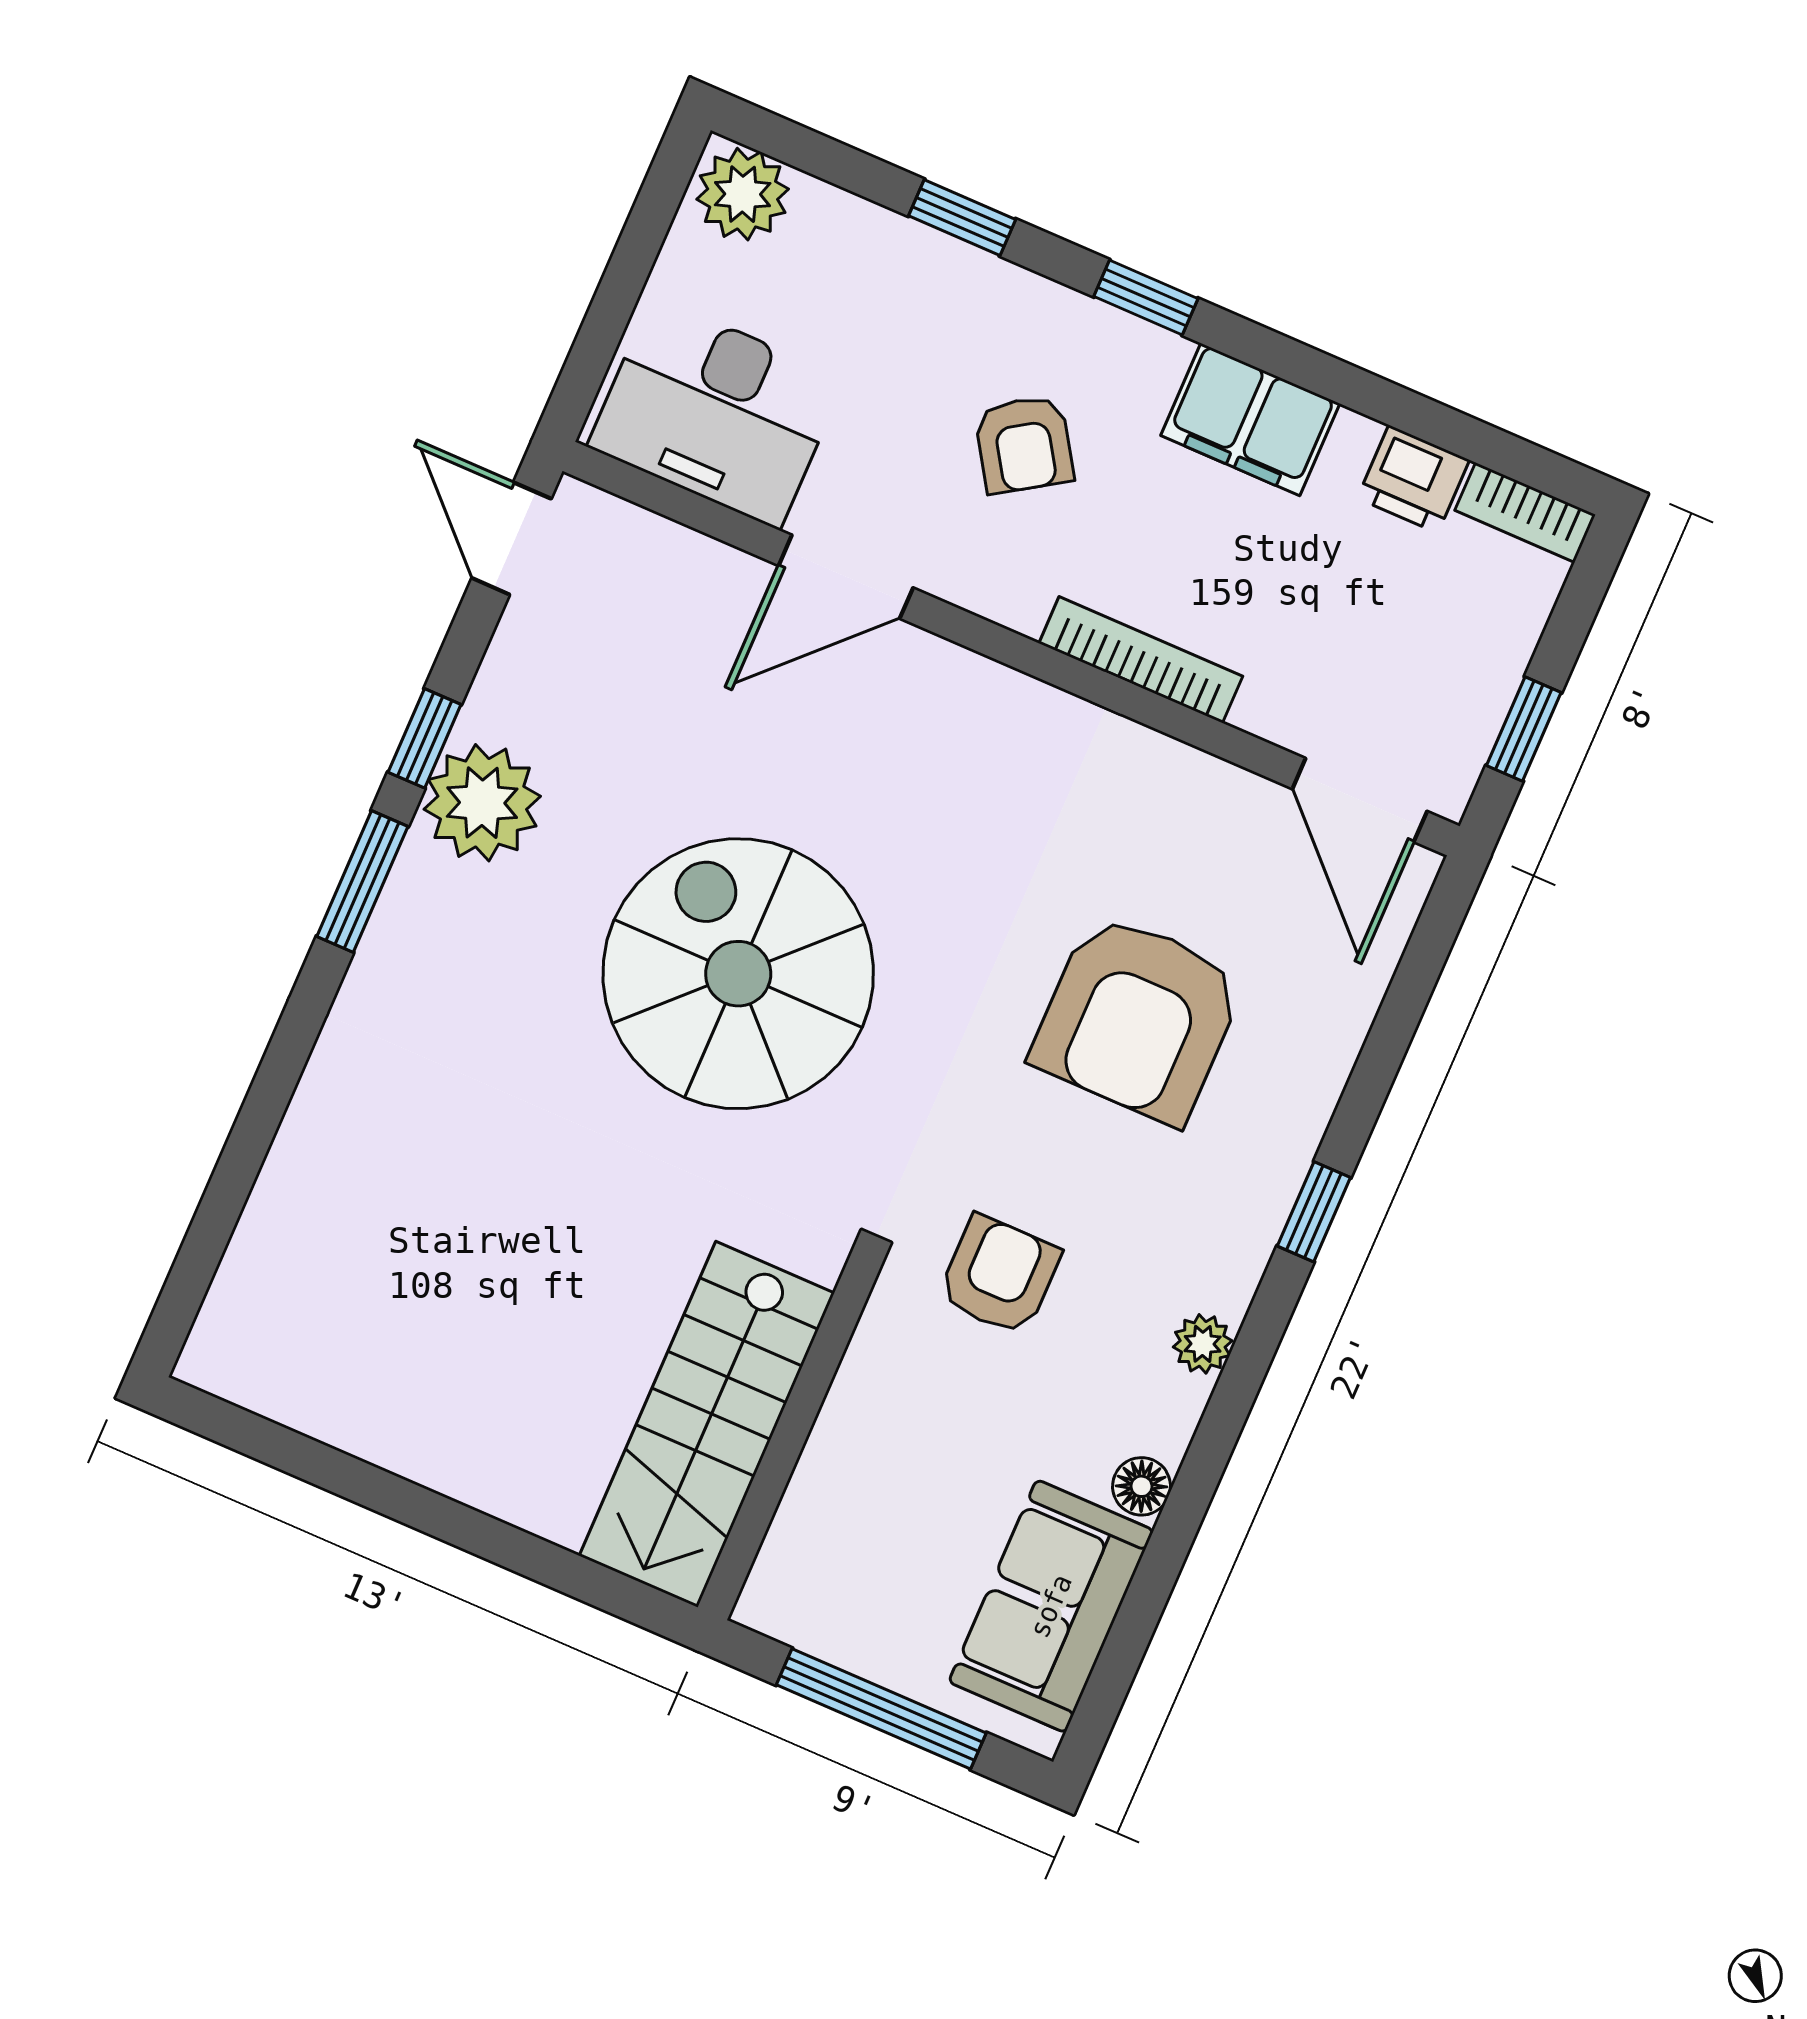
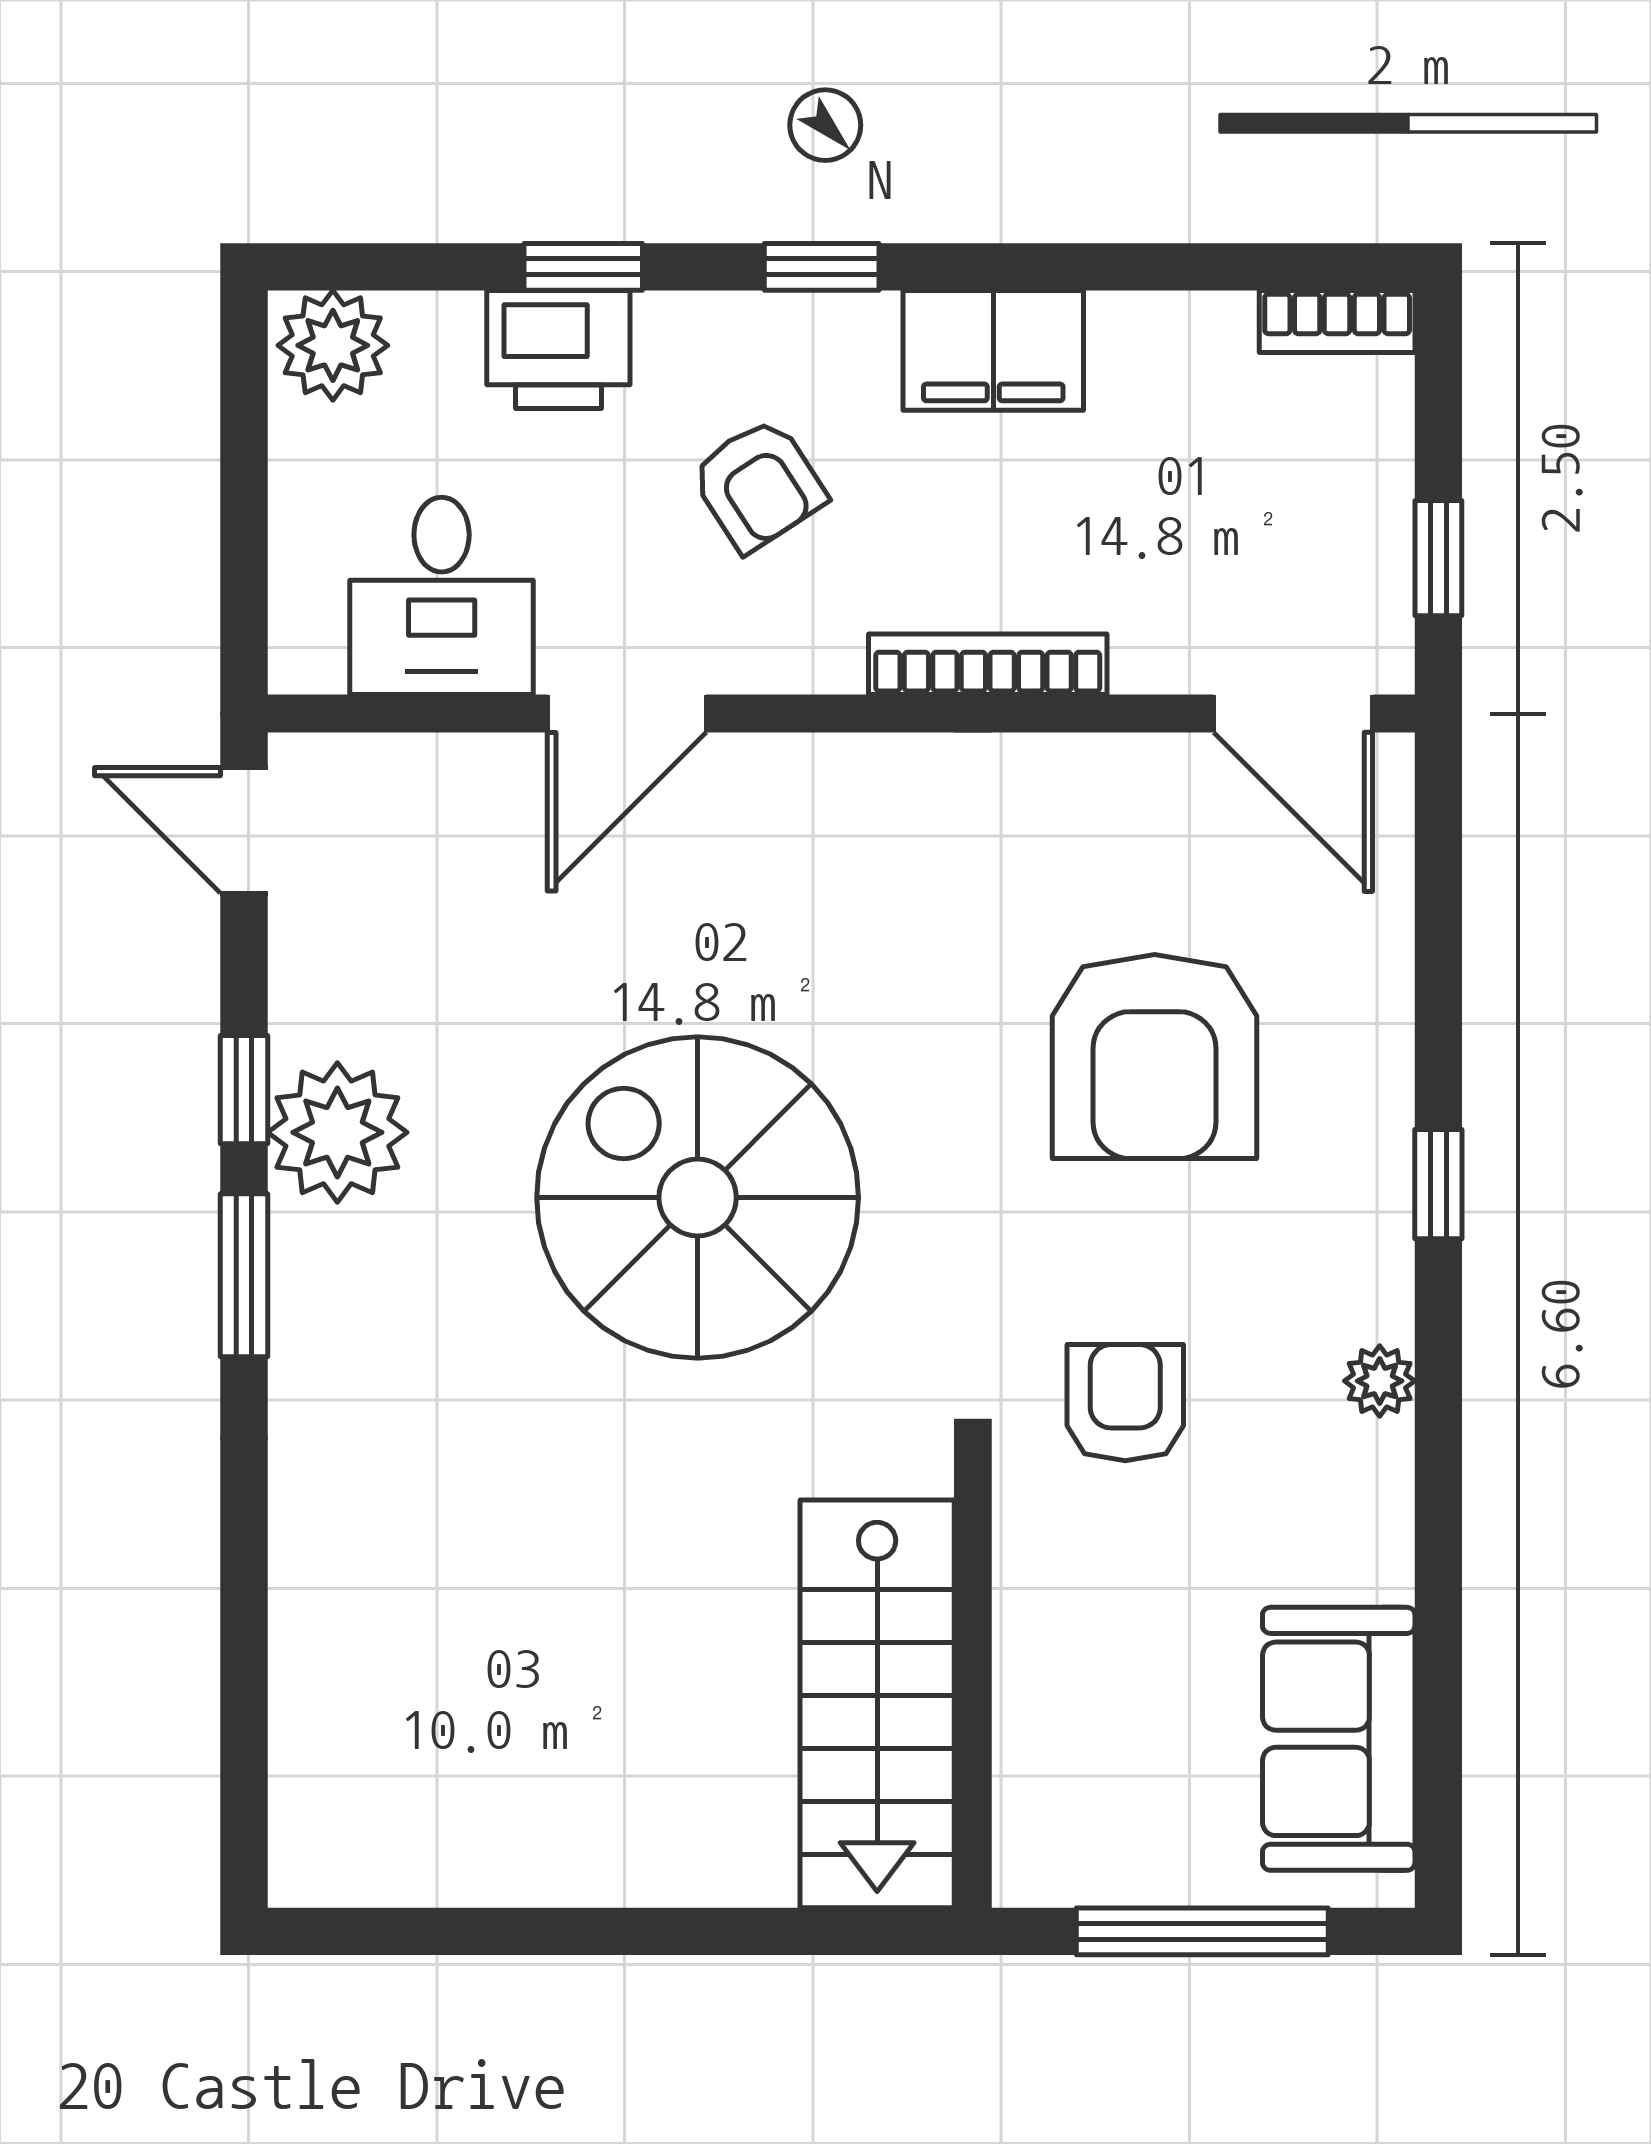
desk: (716, 412) -> (442, 596), width x0.73
printer: (1413, 479) -> (558, 349), moved, width x1.36, depth x1.24
floor lamp: (1142, 1486) -> (1381, 1565), removed

